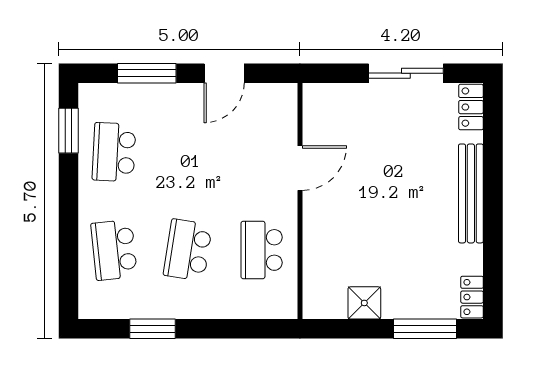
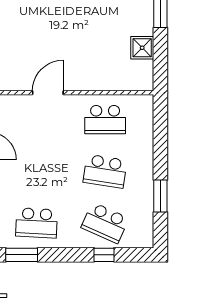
door: (300, 168) -> (48, 93), hinge flipped
window: (68, 248) -> (104, 255), added
school desk: (114, 250) -> (105, 223), turned 30

